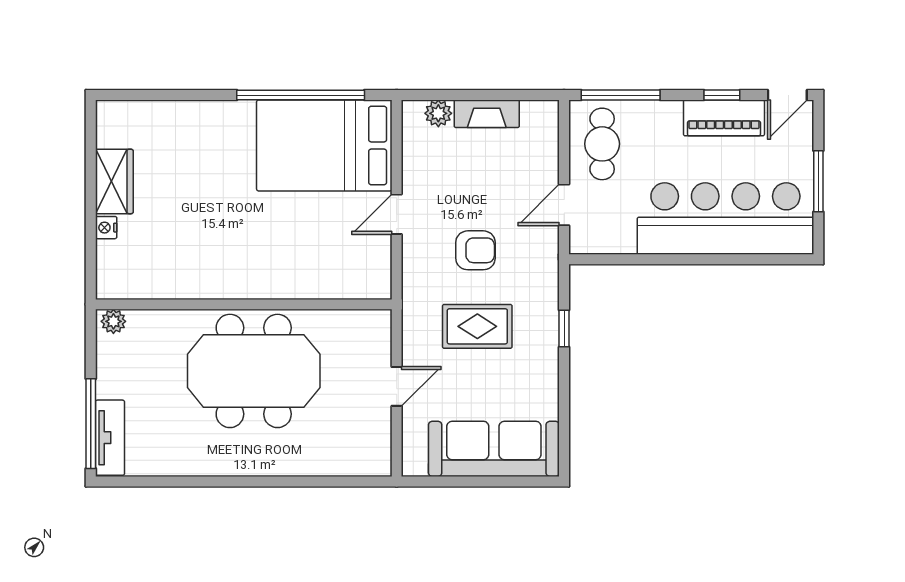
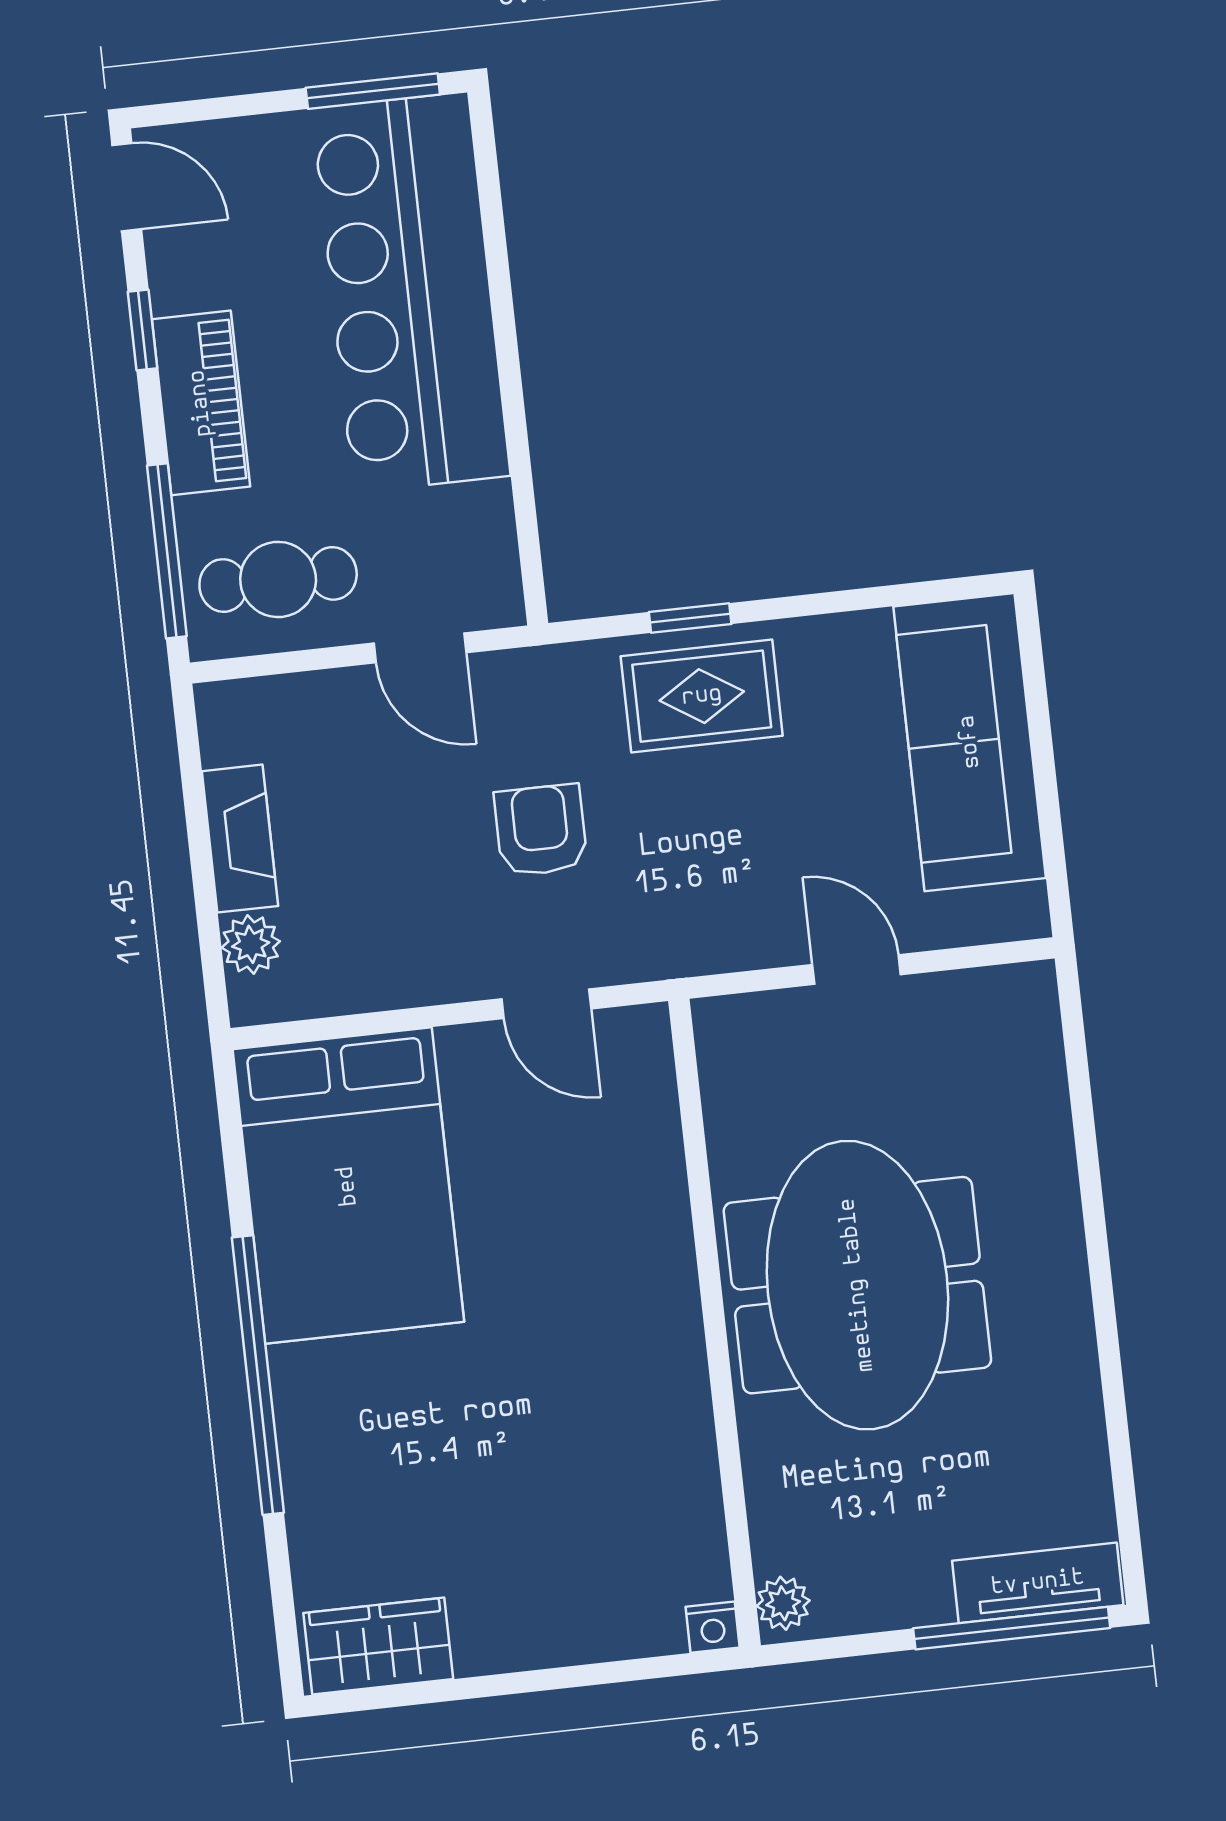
window: (301, 95) -> (258, 1375), moved
piano: (724, 118) -> (201, 403), moved
wardrobe: (114, 181) -> (378, 1646), moved
window: (818, 181) -> (373, 91), moved
door: (397, 214) -> (546, 1004), moved
nightstand: (106, 228) -> (713, 1627), moved
rug: (477, 326) -> (702, 696), moved, turned 90

